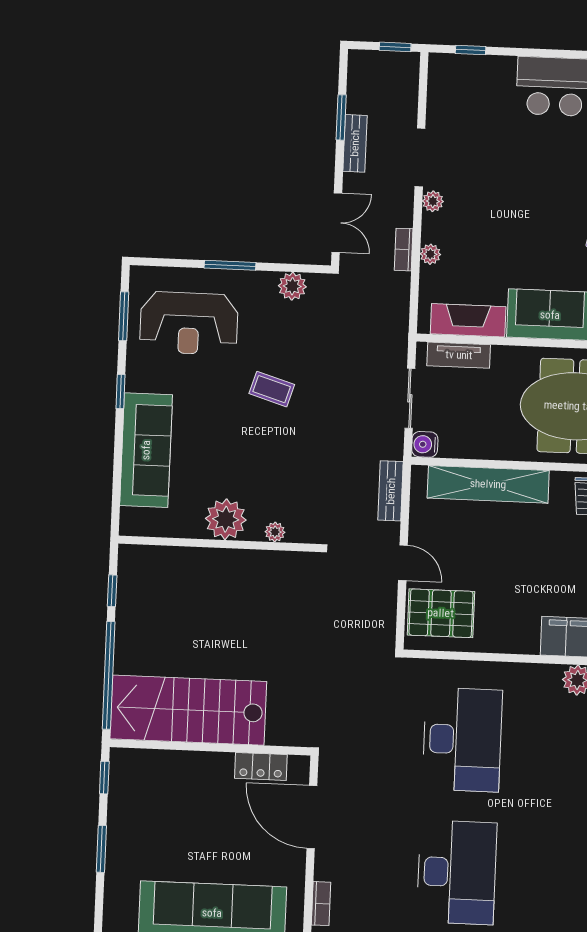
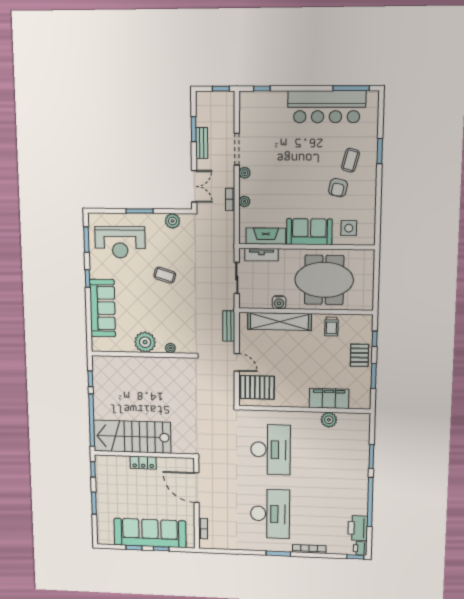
water cooler: (425, 444) -> (279, 302), moved, turned -90
locker: (261, 766) -> (143, 463), moved

